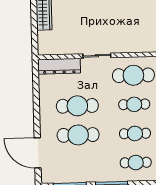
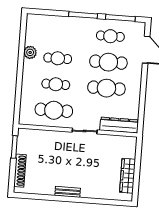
cafe table: (136, 163) -> (110, 36), moved

